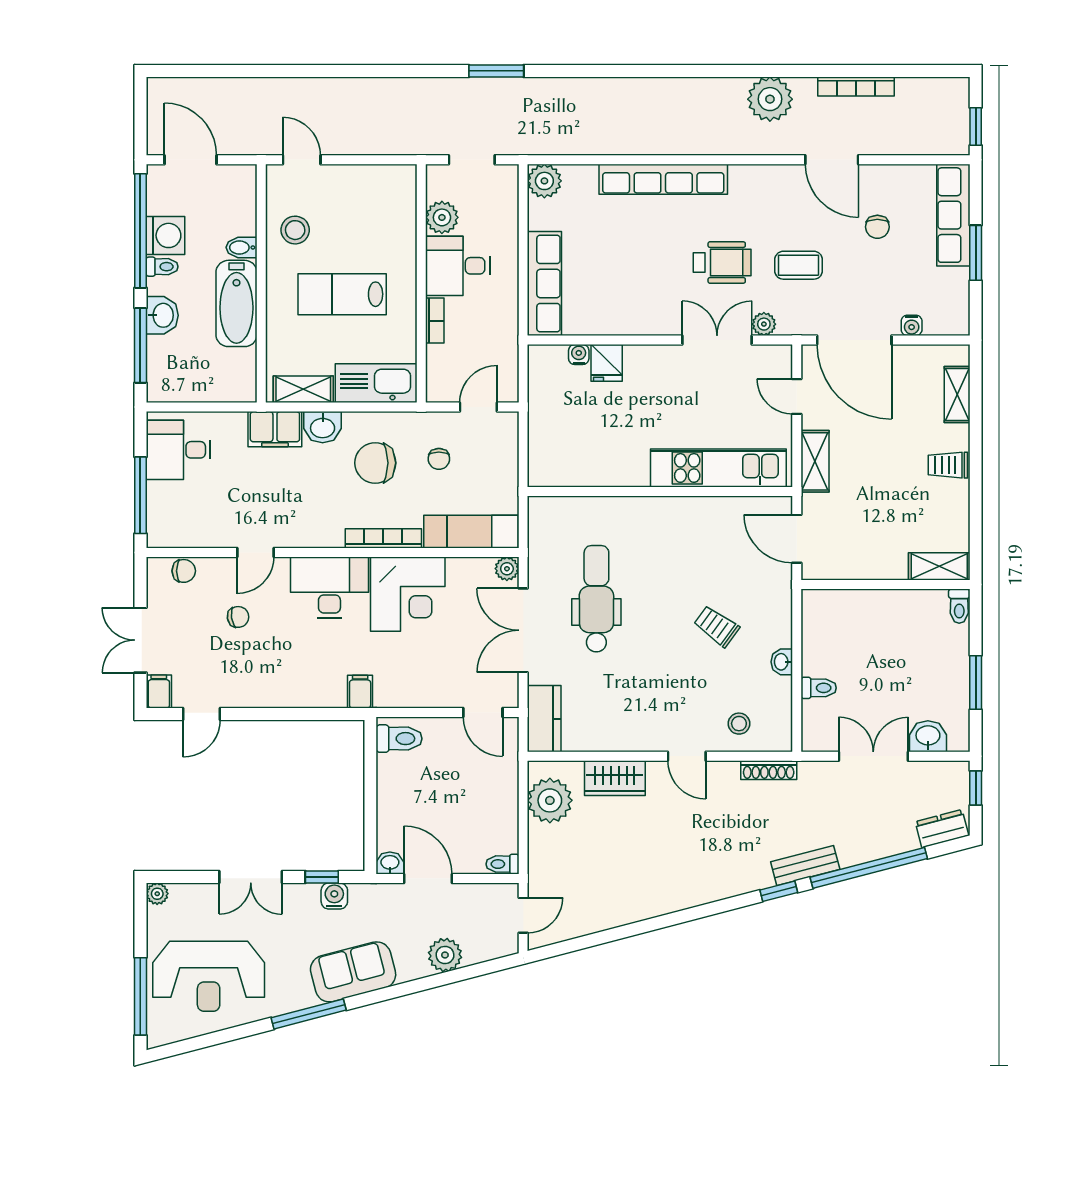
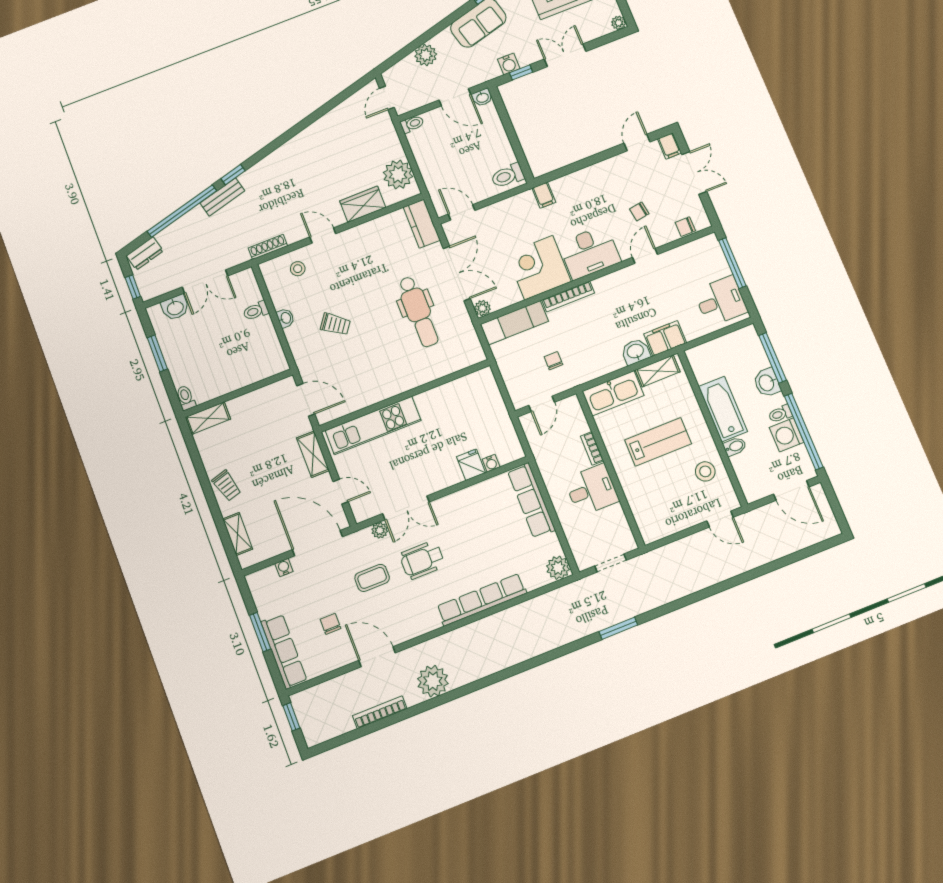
plant: (442, 217) -> (615, 517), removed
chair: (375, 463) -> (593, 342), removed
trolley: (948, 465) -> (227, 486), turned 74

